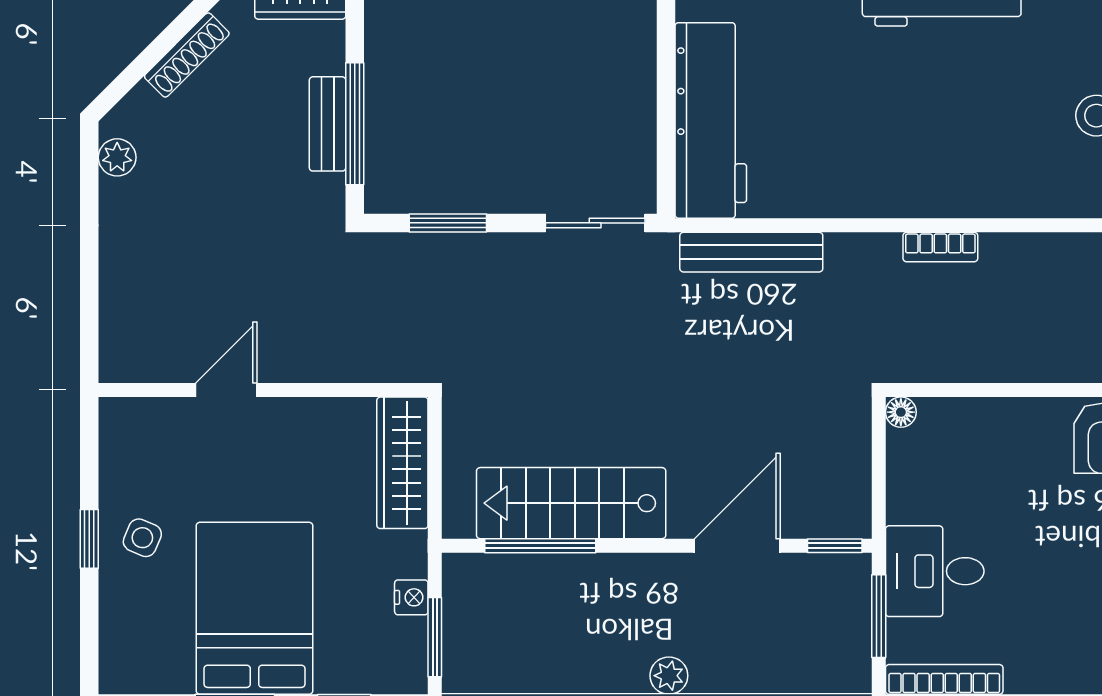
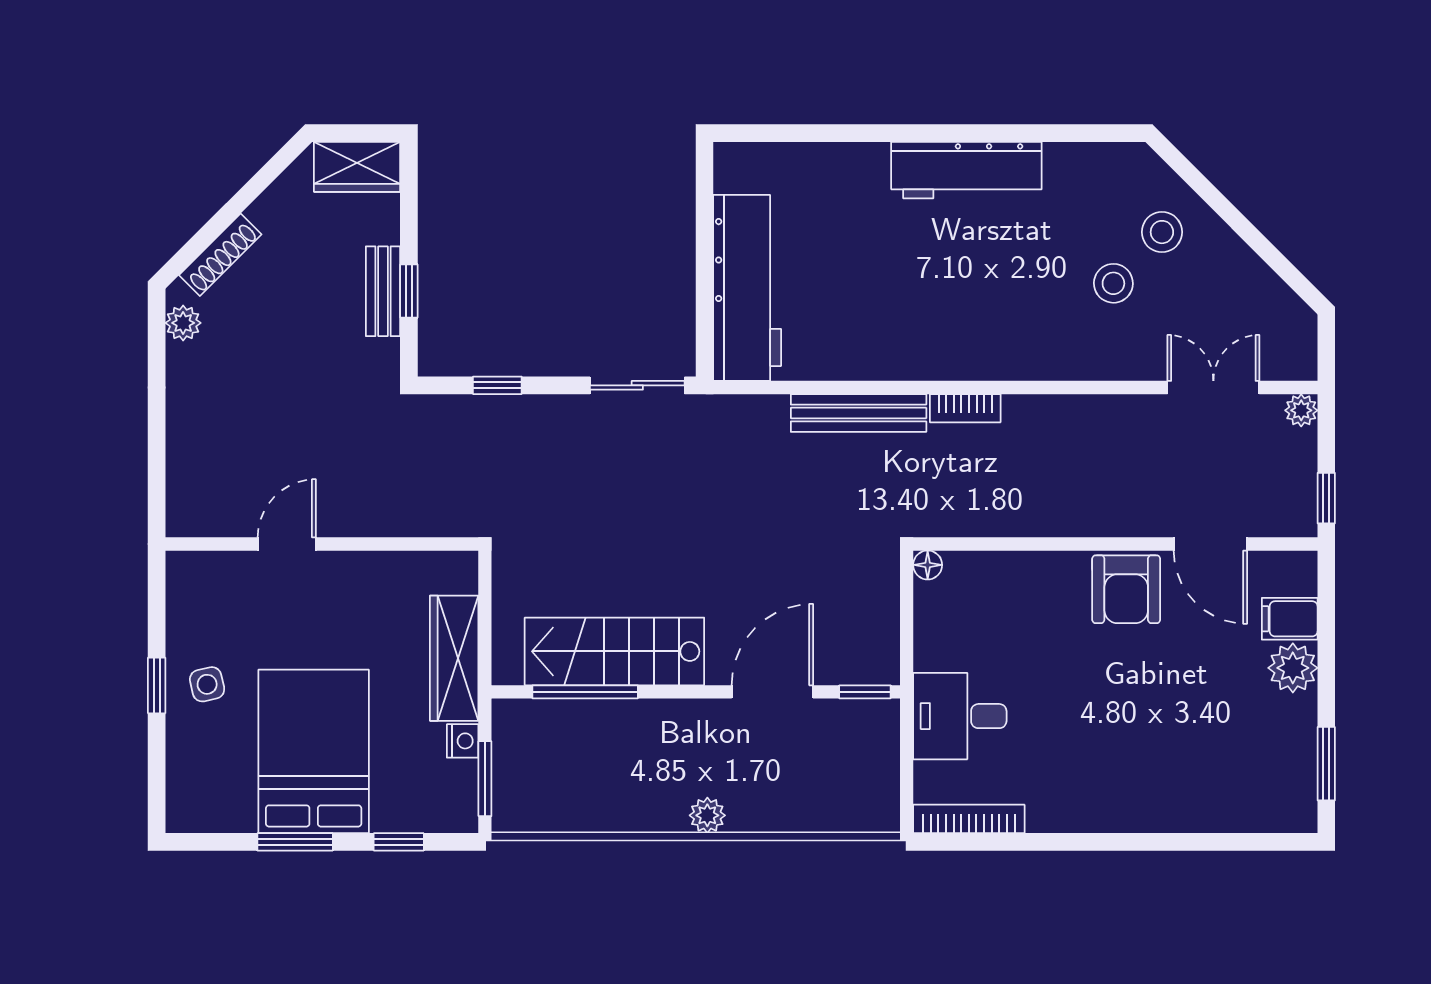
shoe rack: (187, 55) -> (220, 255), moved
window: (355, 124) -> (409, 291), width x0.46
window: (448, 223) -> (497, 385), width x0.67
bench: (751, 252) -> (859, 413), moved
wardrobe: (402, 463) -> (454, 658), moved
side table: (142, 538) -> (207, 684), turned -36
window: (879, 616) -> (907, 759), removed

